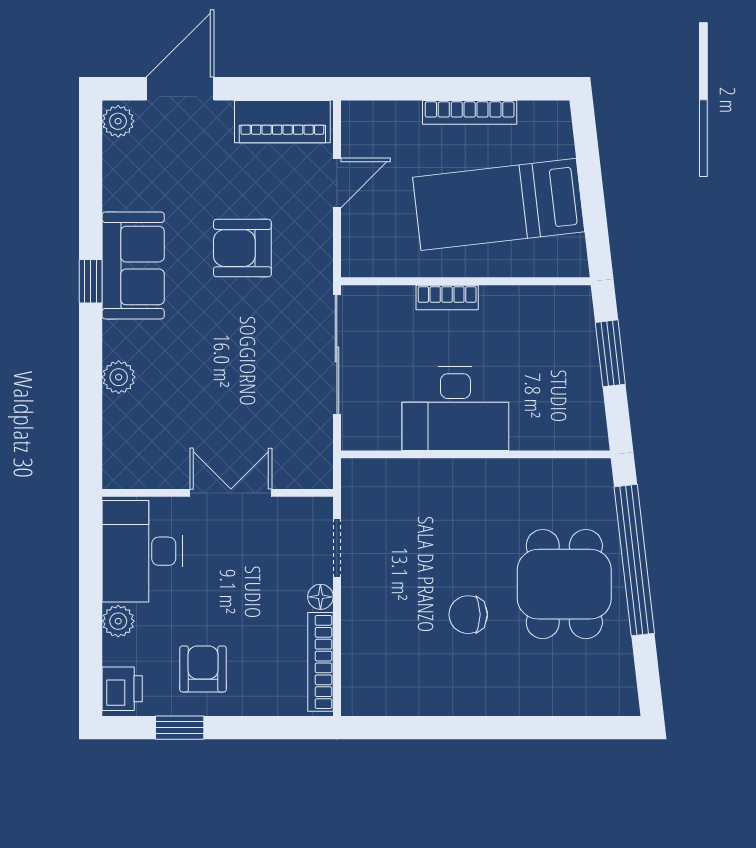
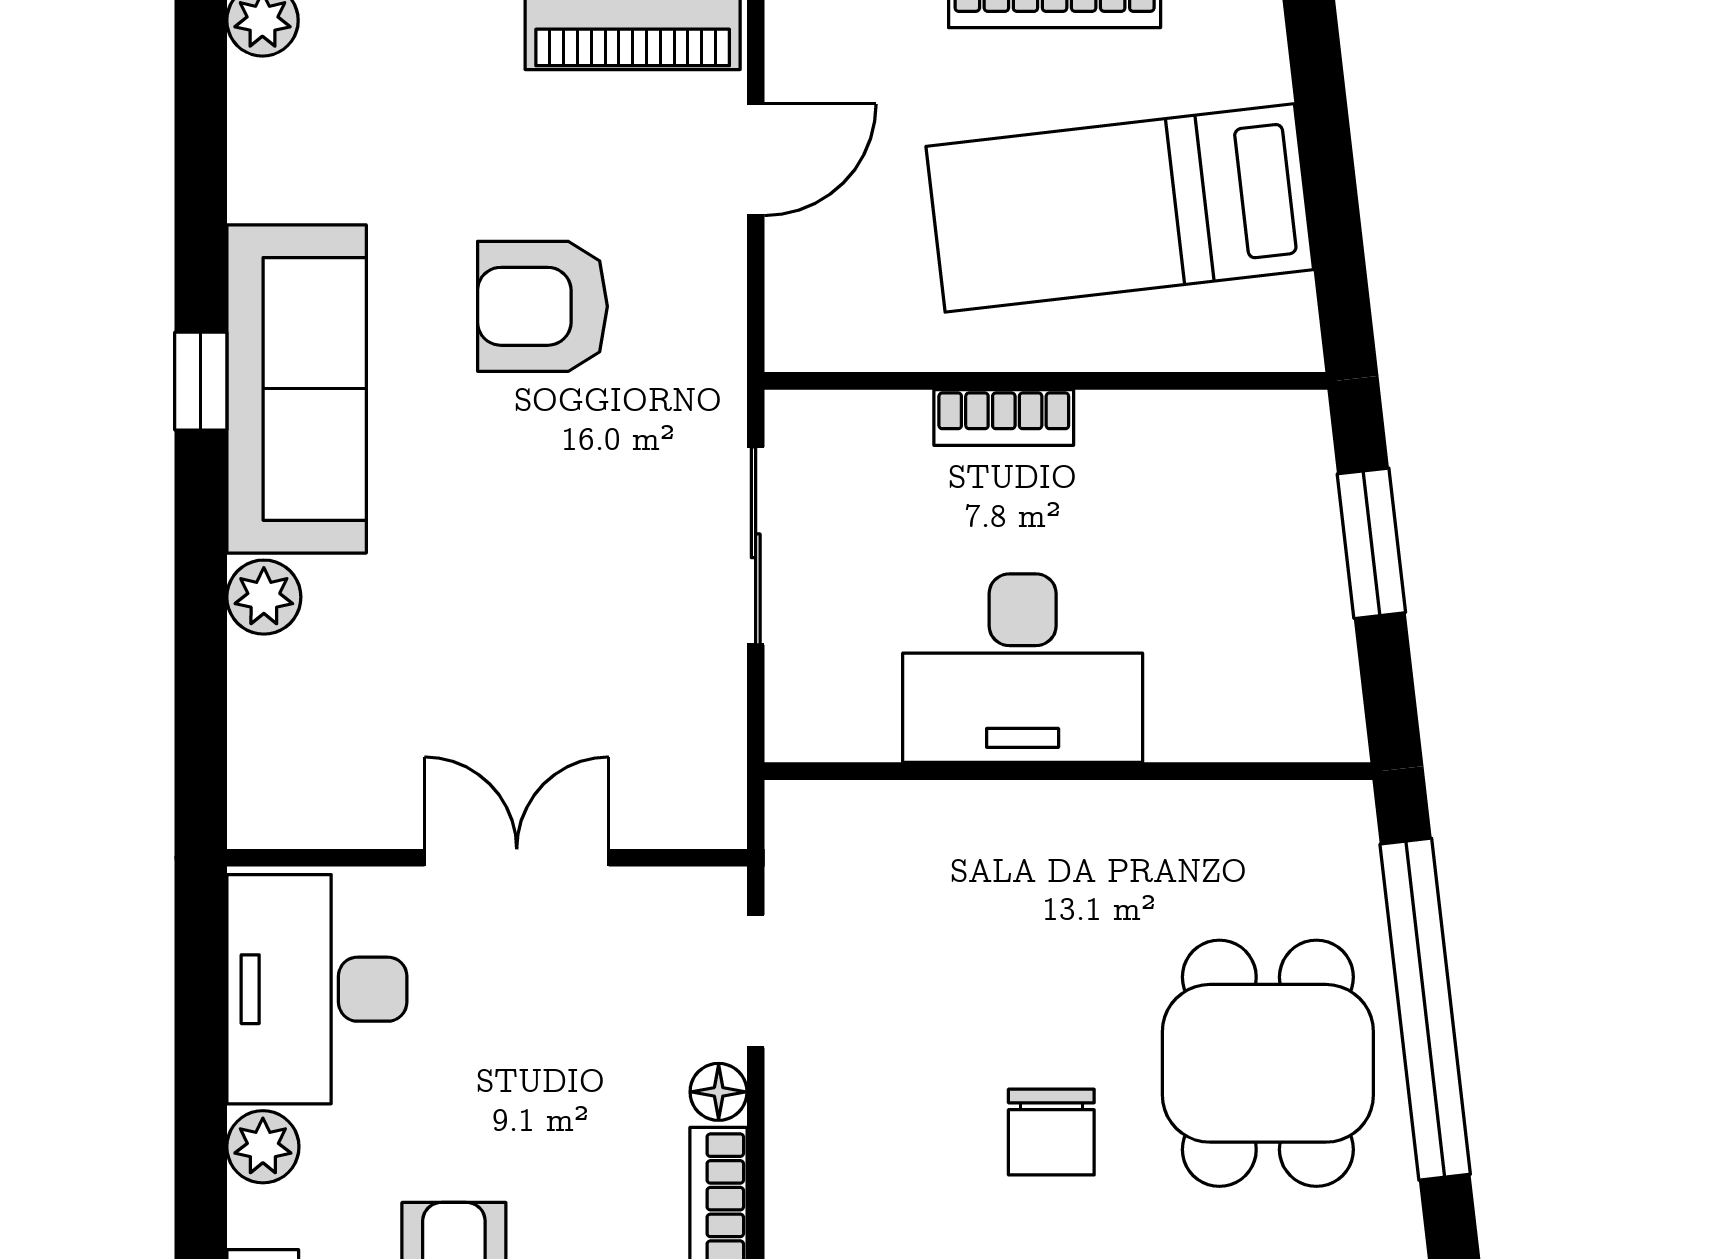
sofa: (133, 265) -> (297, 389), width x1.36
sliding door: (337, 354) -> (756, 546), width x0.73
chair: (468, 615) -> (1051, 1132), turned -90

